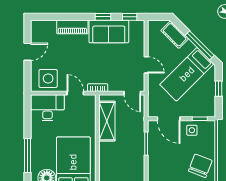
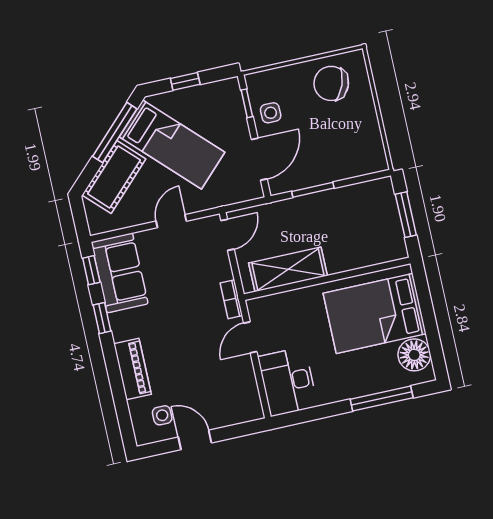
sofa: (109, 31) -> (120, 273), moved
cot: (175, 35) -> (114, 177), width x1.37, depth x1.34
side table: (48, 78) -> (162, 415), moved, width x0.54, depth x0.54

